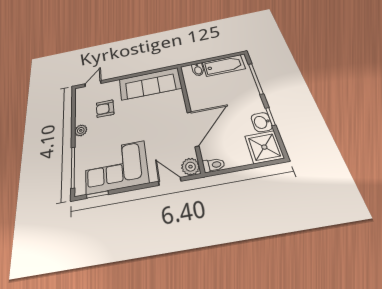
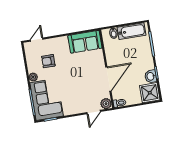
sofa: (150, 84) -> (85, 42), width x0.73
corner sofa: (116, 167) -> (47, 99), moved, turned 90
door: (170, 181) -> (94, 112), swing flipped

